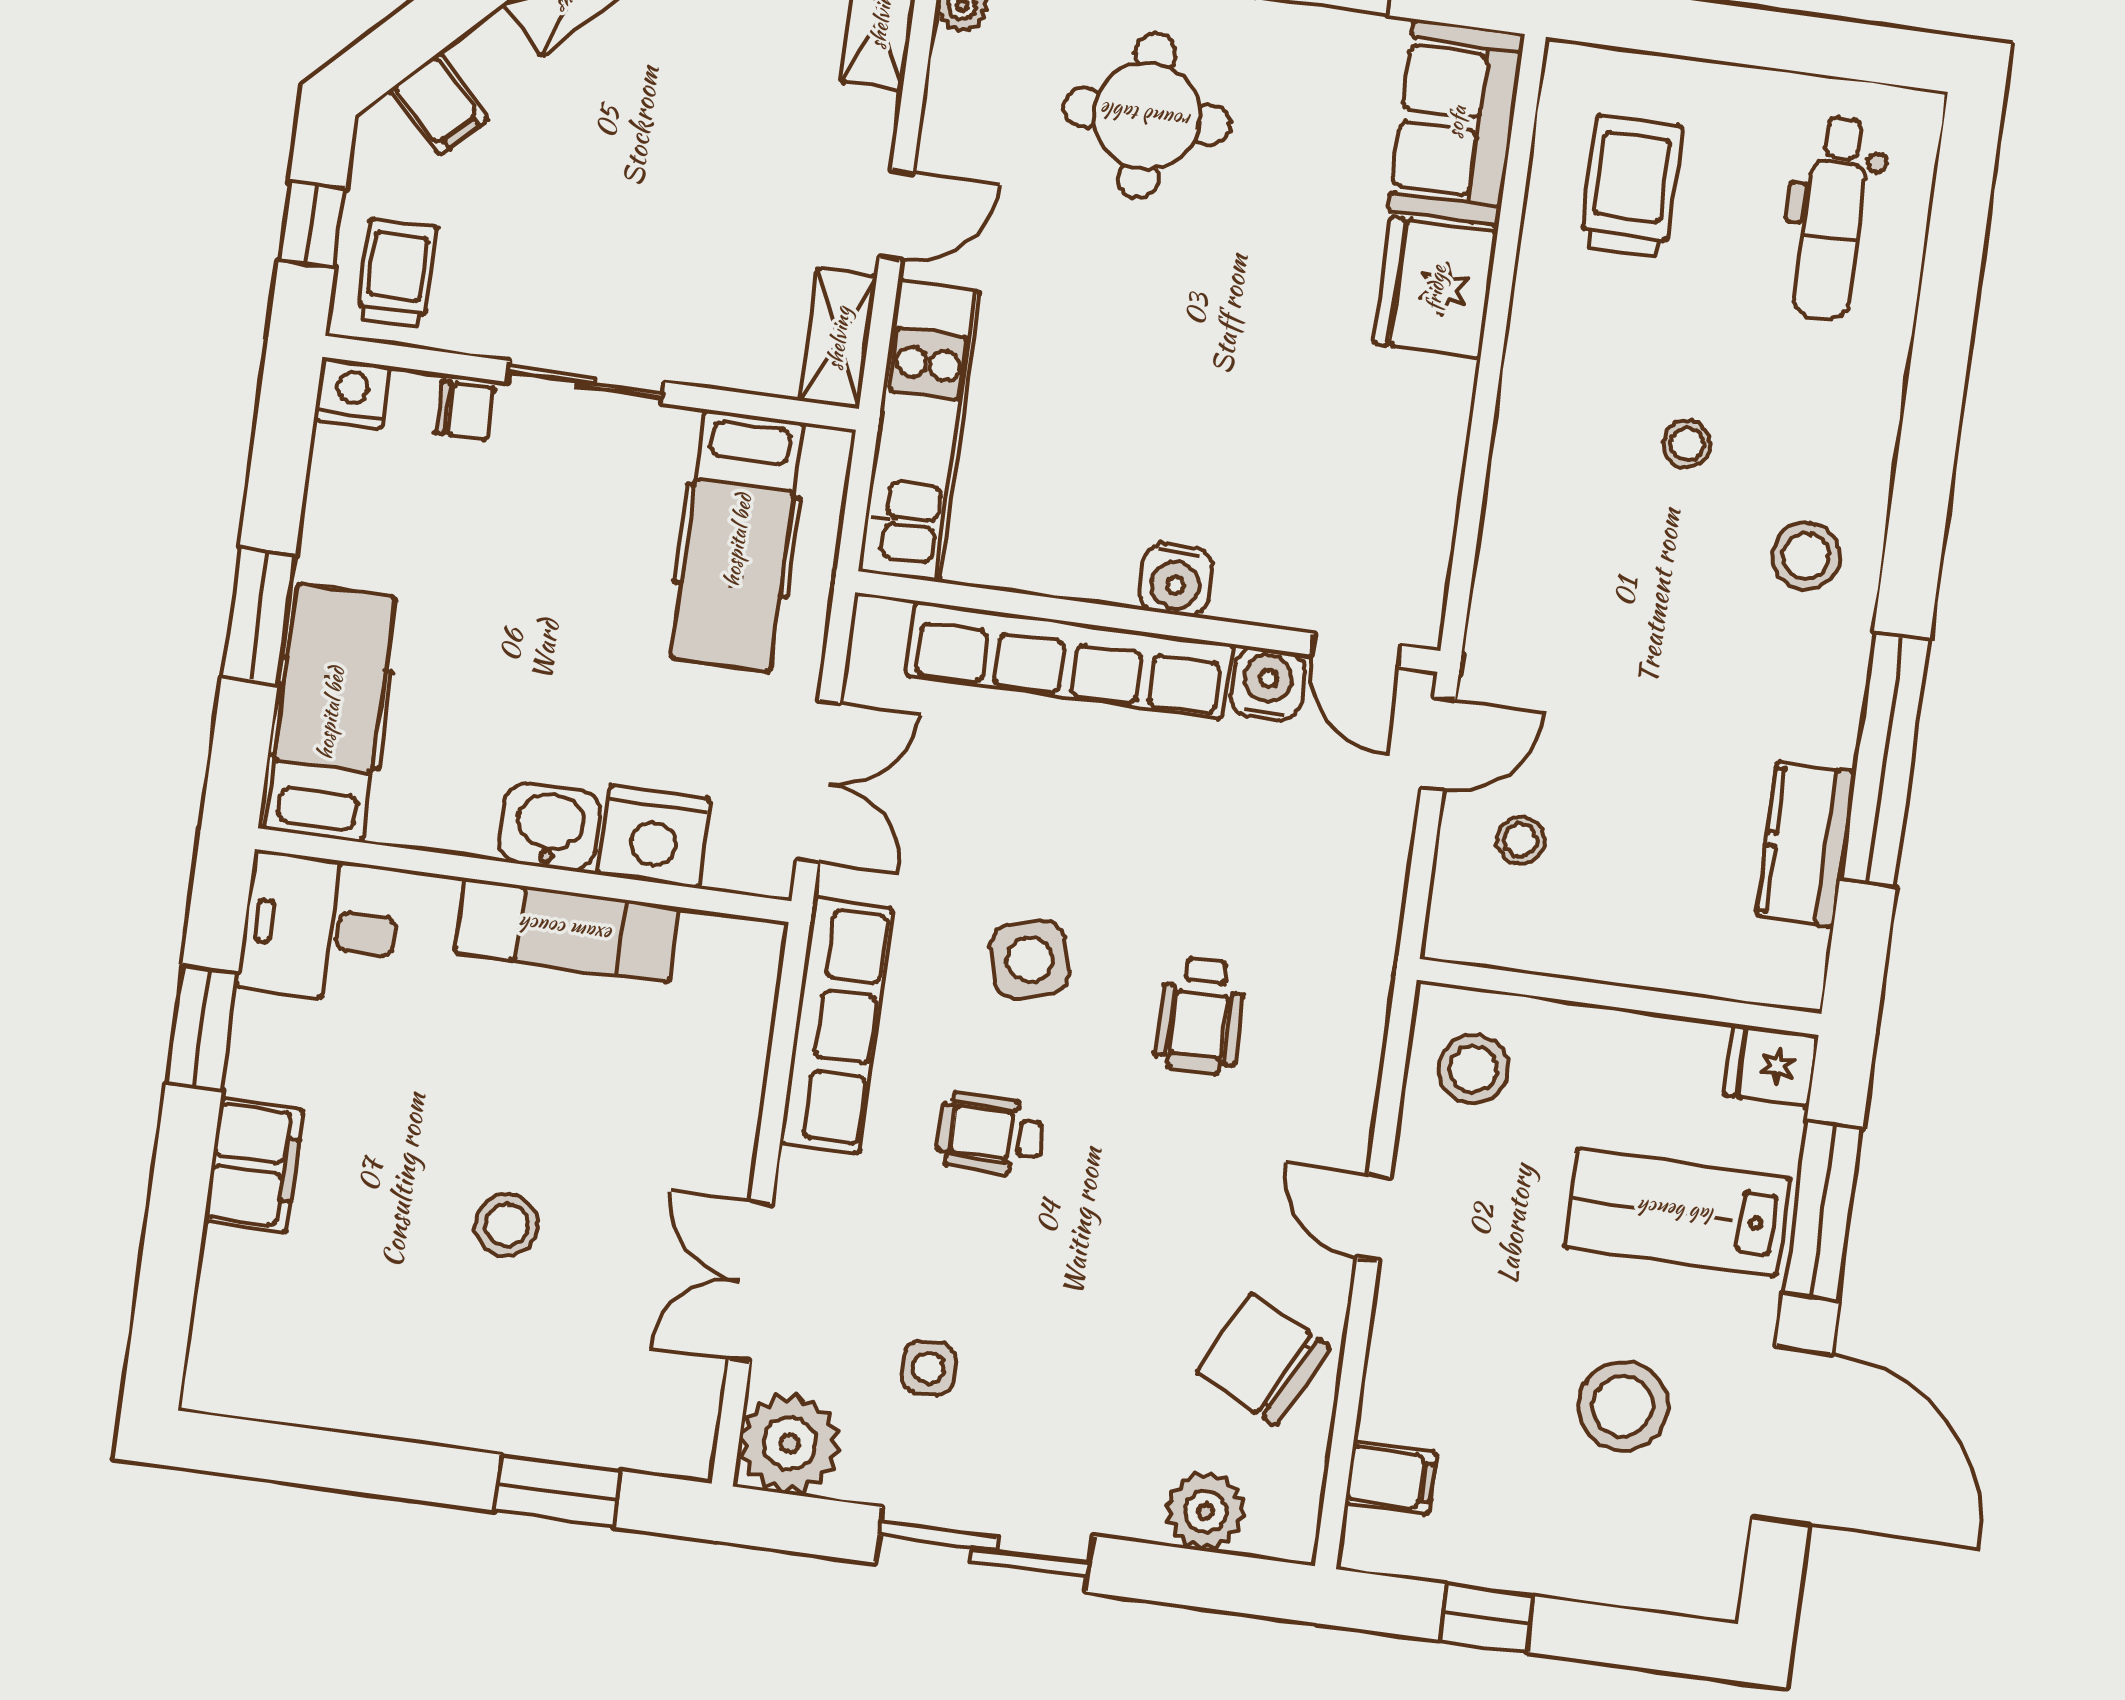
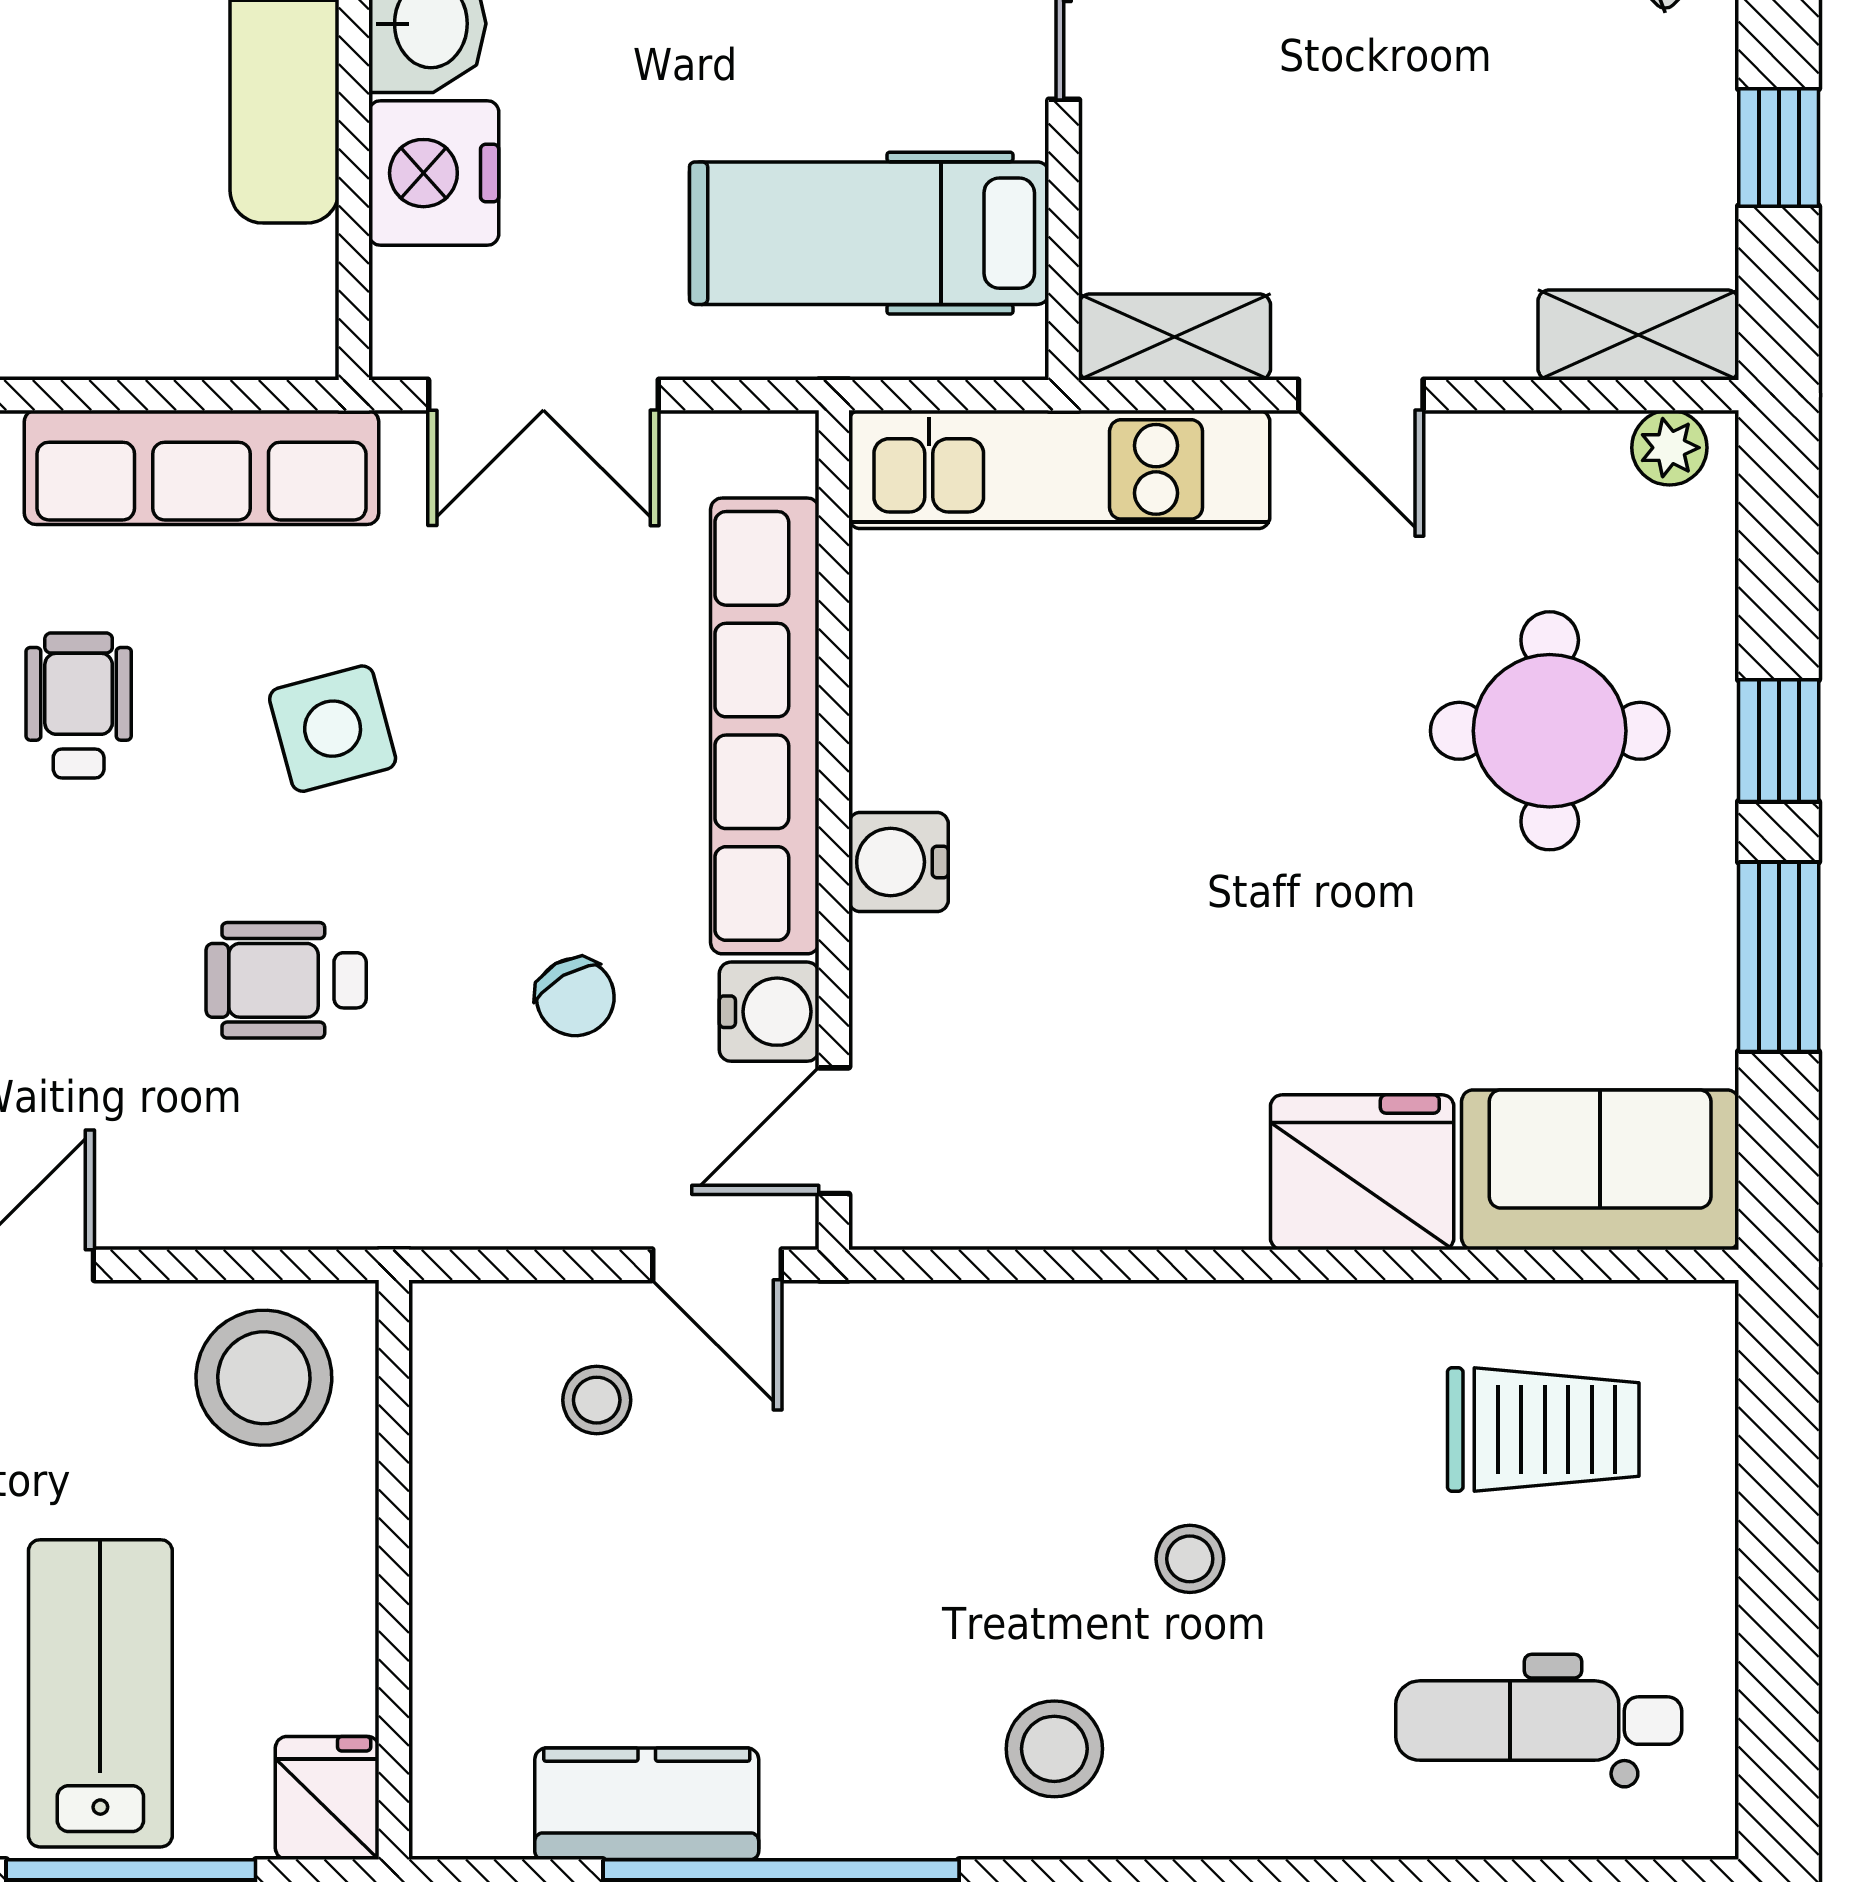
chair: (1239, 817) -> (575, 997), added
stool: (1474, 1069) -> (264, 1378), width x1.38, depth x1.38

